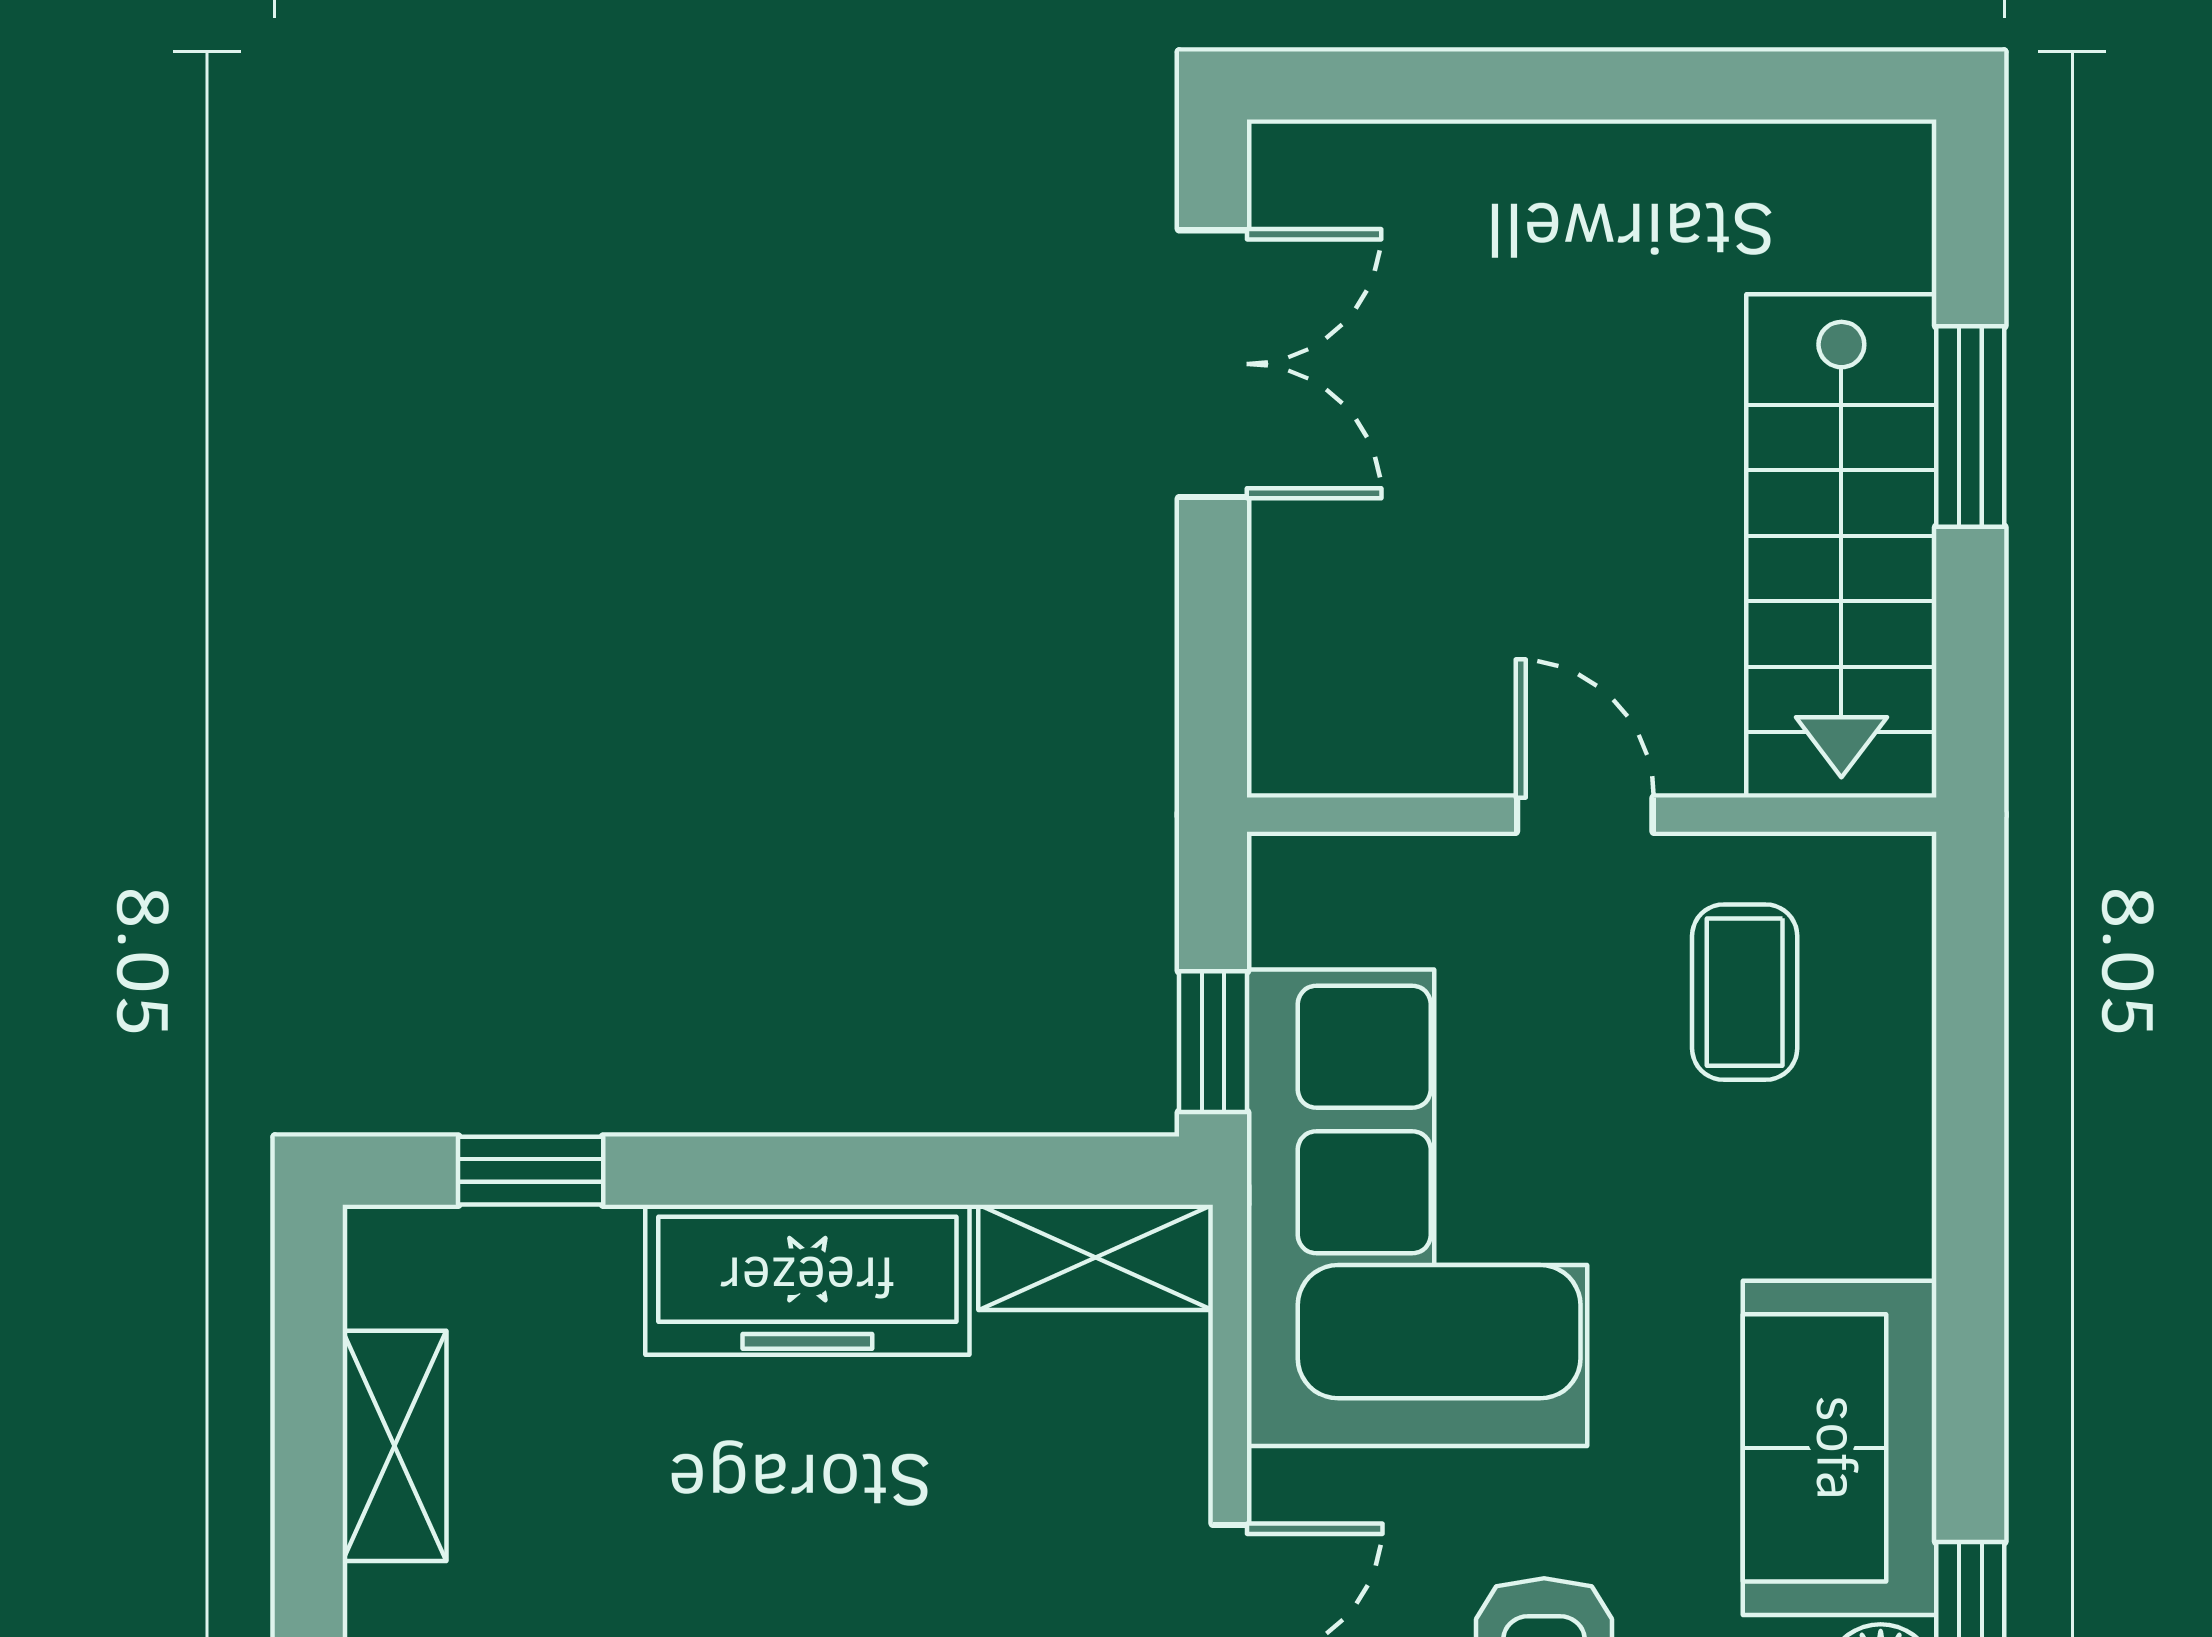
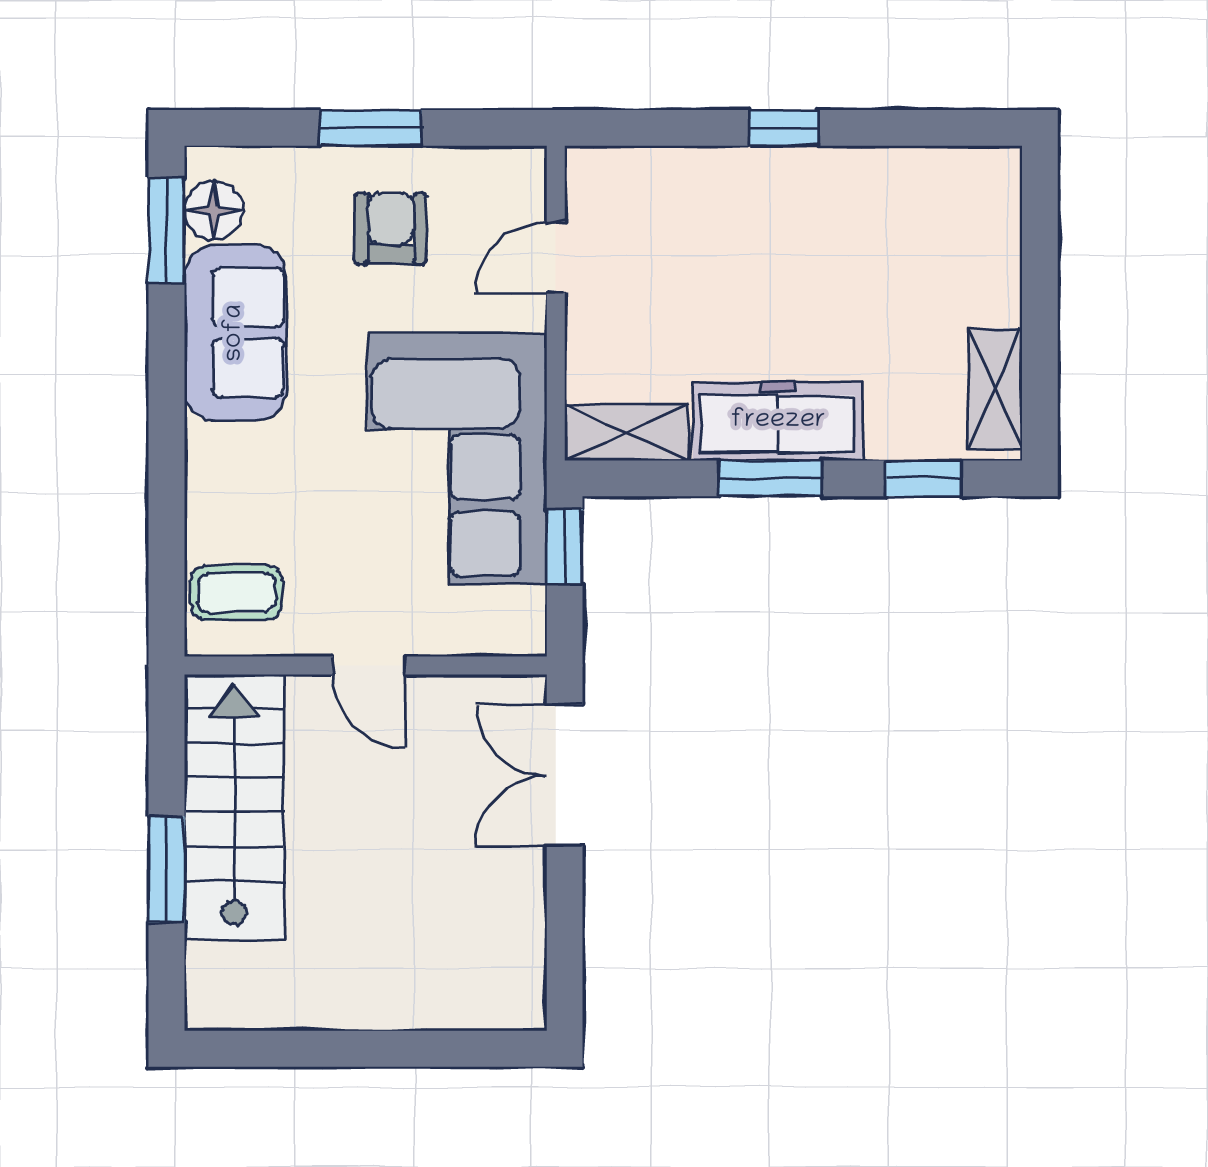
double door: (1213, 364) -> (565, 775), moved
coffee table: (1745, 992) -> (236, 593), moved, turned 90
window: (822, 1171) -> (770, 478), added
shelving: (395, 1446) -> (995, 389), moved

